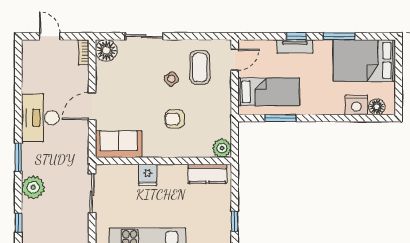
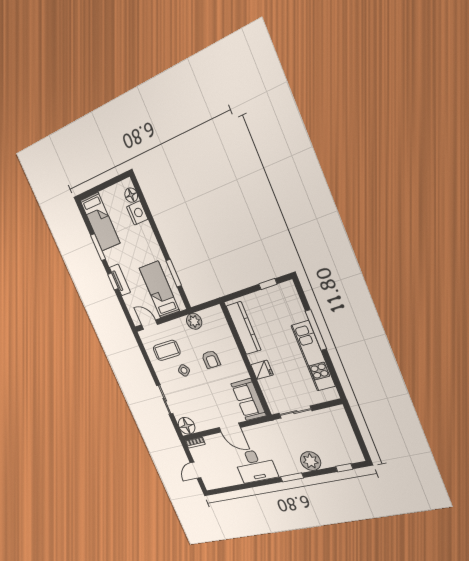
bed: (364, 60) -> (100, 222), width x0.67
plant: (222, 148) -> (194, 321), moved
kitchen counter: (207, 174) -> (244, 328), width x1.50

